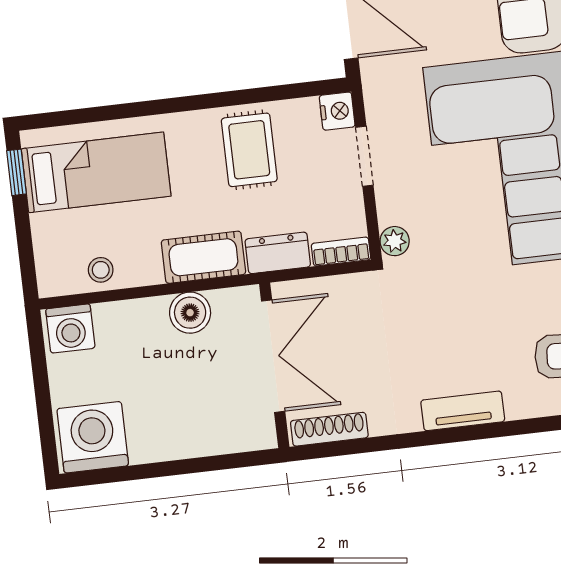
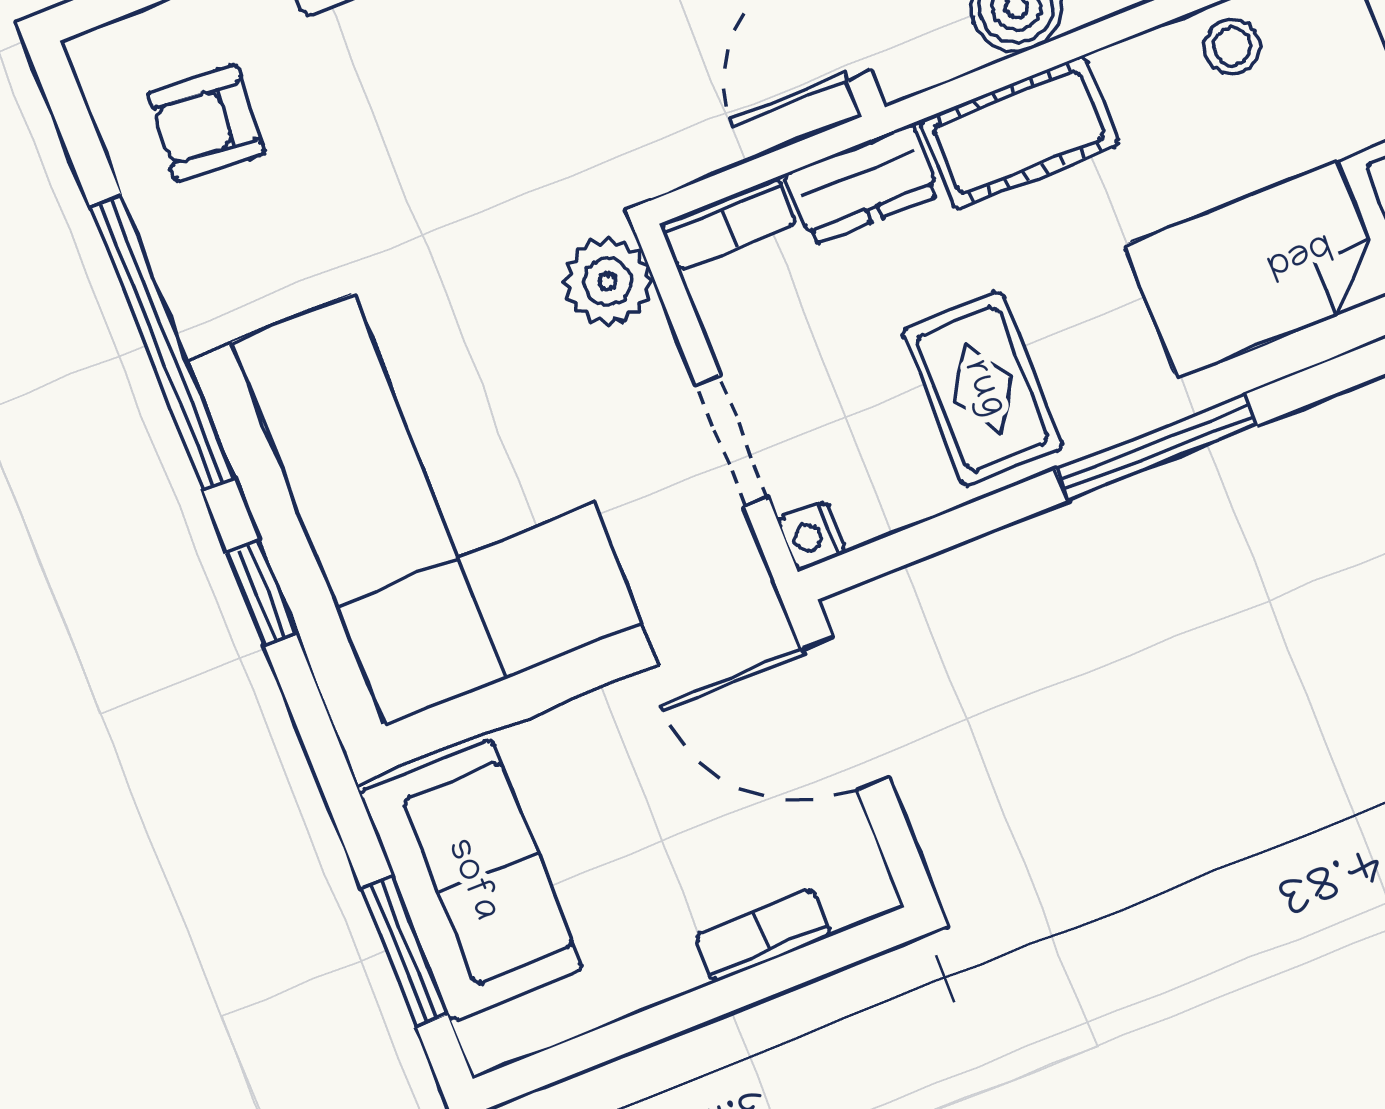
window: (181, 104) -> (1156, 447), added
nightstand: (337, 111) -> (812, 536), width x0.72, depth x0.74
plant: (395, 241) -> (608, 281), width x1.38, depth x1.38

